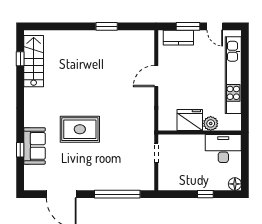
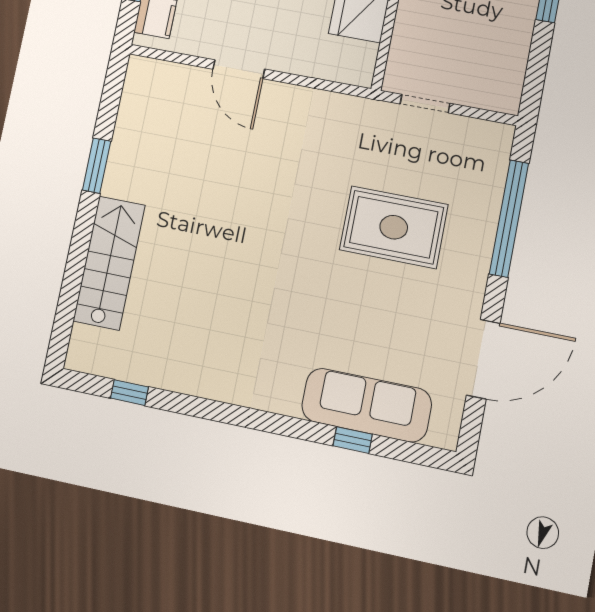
stairs: (34, 61) -> (109, 263), moved, turned 90
rug: (80, 129) -> (394, 227), moved, turned 90
sofa: (35, 146) -> (367, 405), width x1.36

